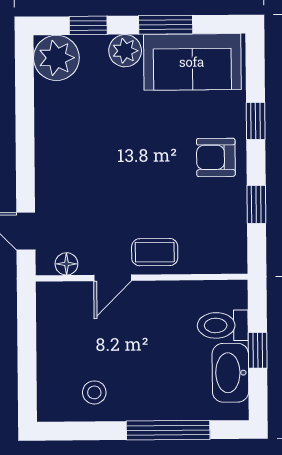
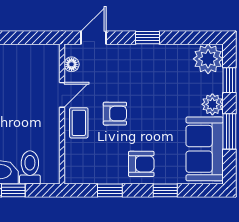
window: (25, 150) -> (148, 38), added
armchair: (216, 157) -> (141, 164), turned 90
armchair: (140, 198) -> (115, 114), added
door: (113, 278) -> (62, 95), swing flipped

